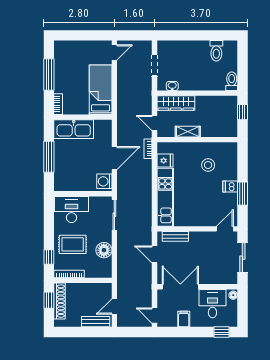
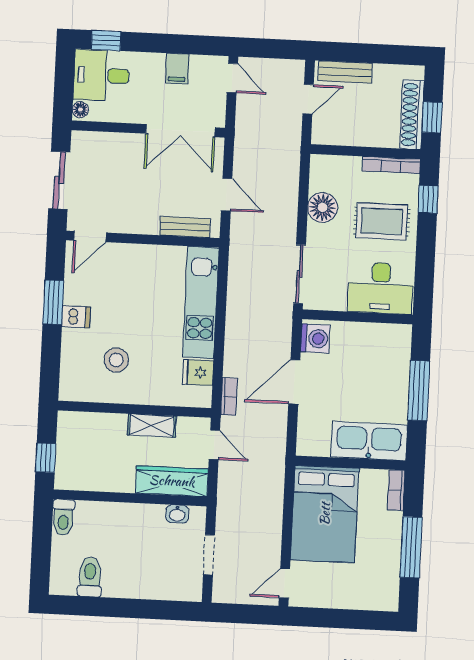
bed: (101, 90) -> (325, 514), width x1.50
desk: (212, 304) -> (101, 75), moved, turned 90

